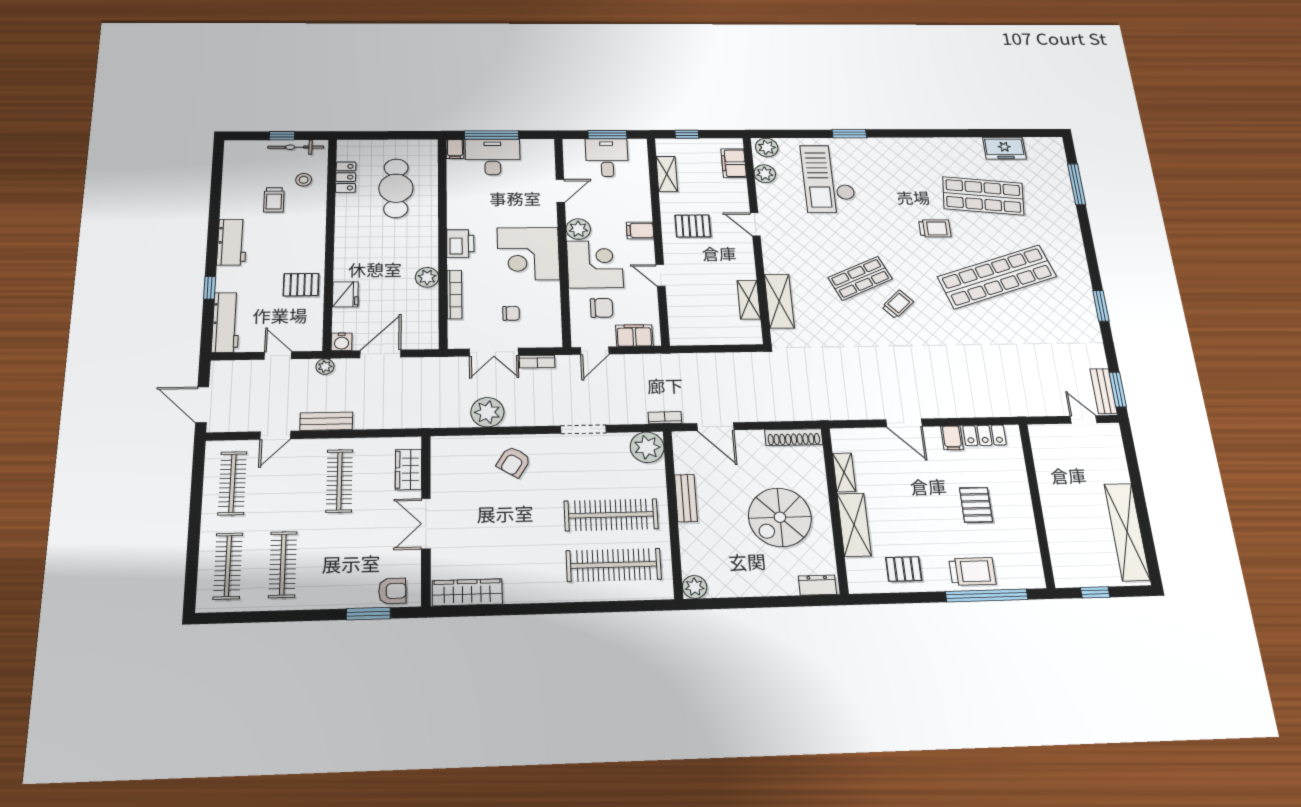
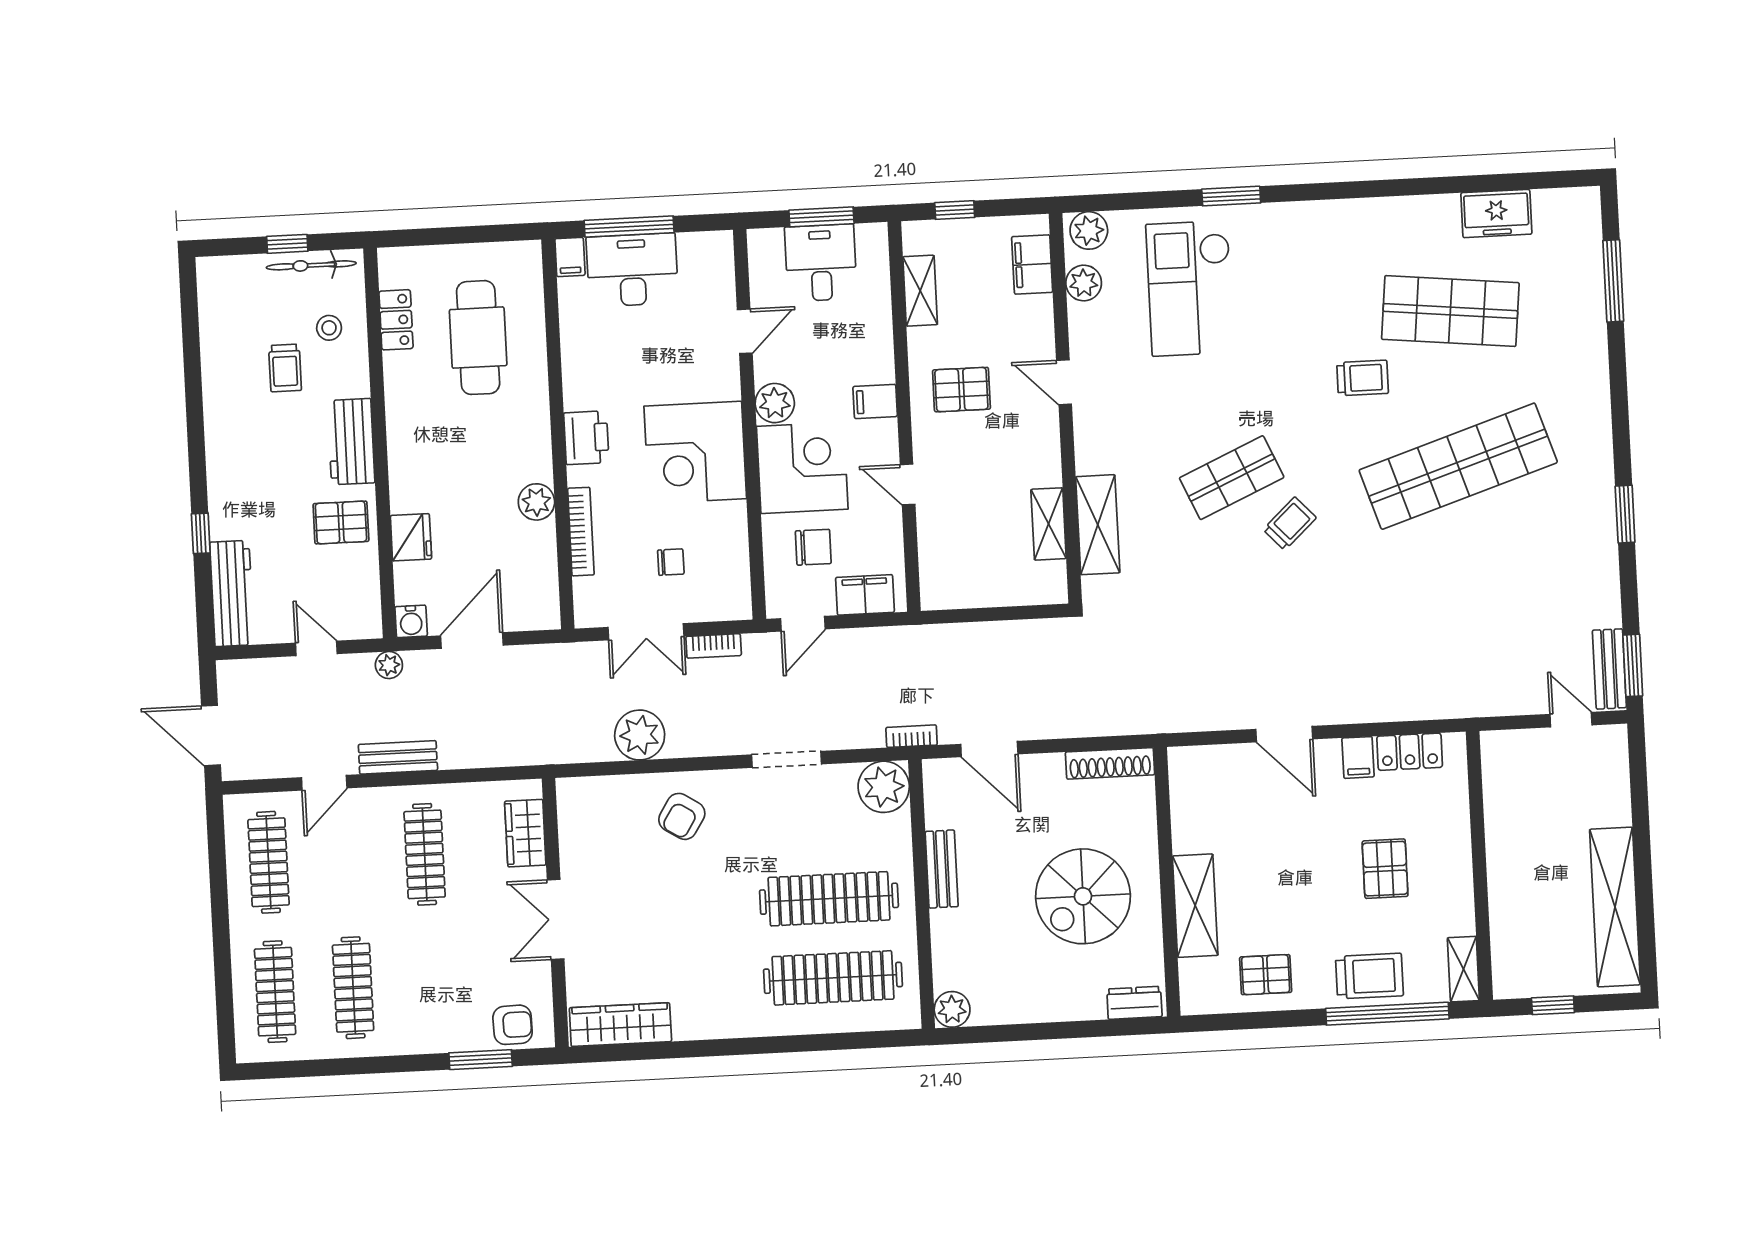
workbench: (232, 242) -> (351, 442), moved, turned 180
shelving: (844, 472) -> (1463, 969), moved

